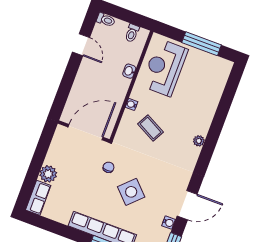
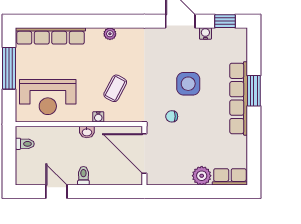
toilet: (106, 20) -> (83, 176), moved
door: (81, 45) -> (56, 192), hinge flipped
washbasin: (129, 71) -> (87, 132), moved
row of seats: (216, 89) -> (50, 36), added
side table: (131, 192) -> (188, 84), turned 45

